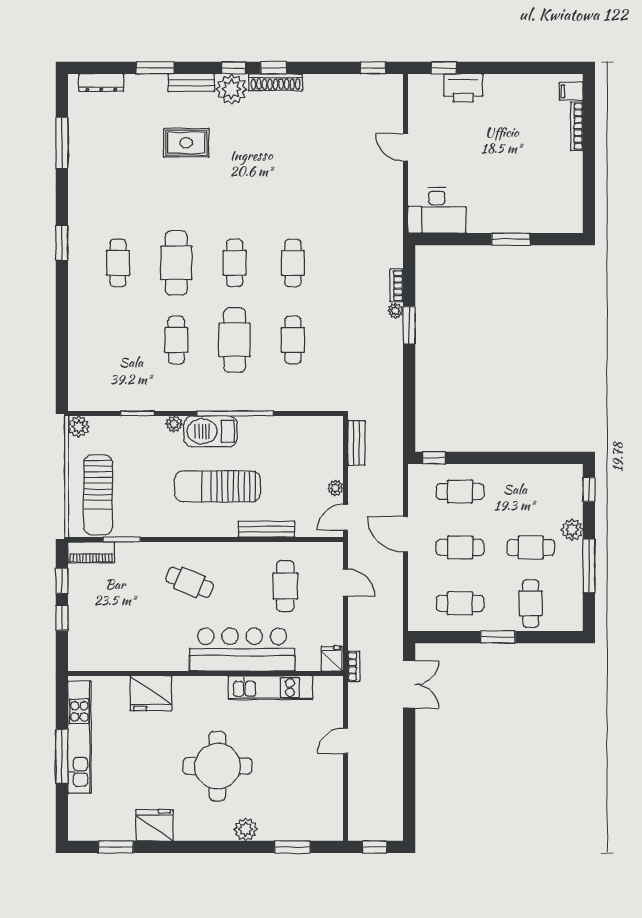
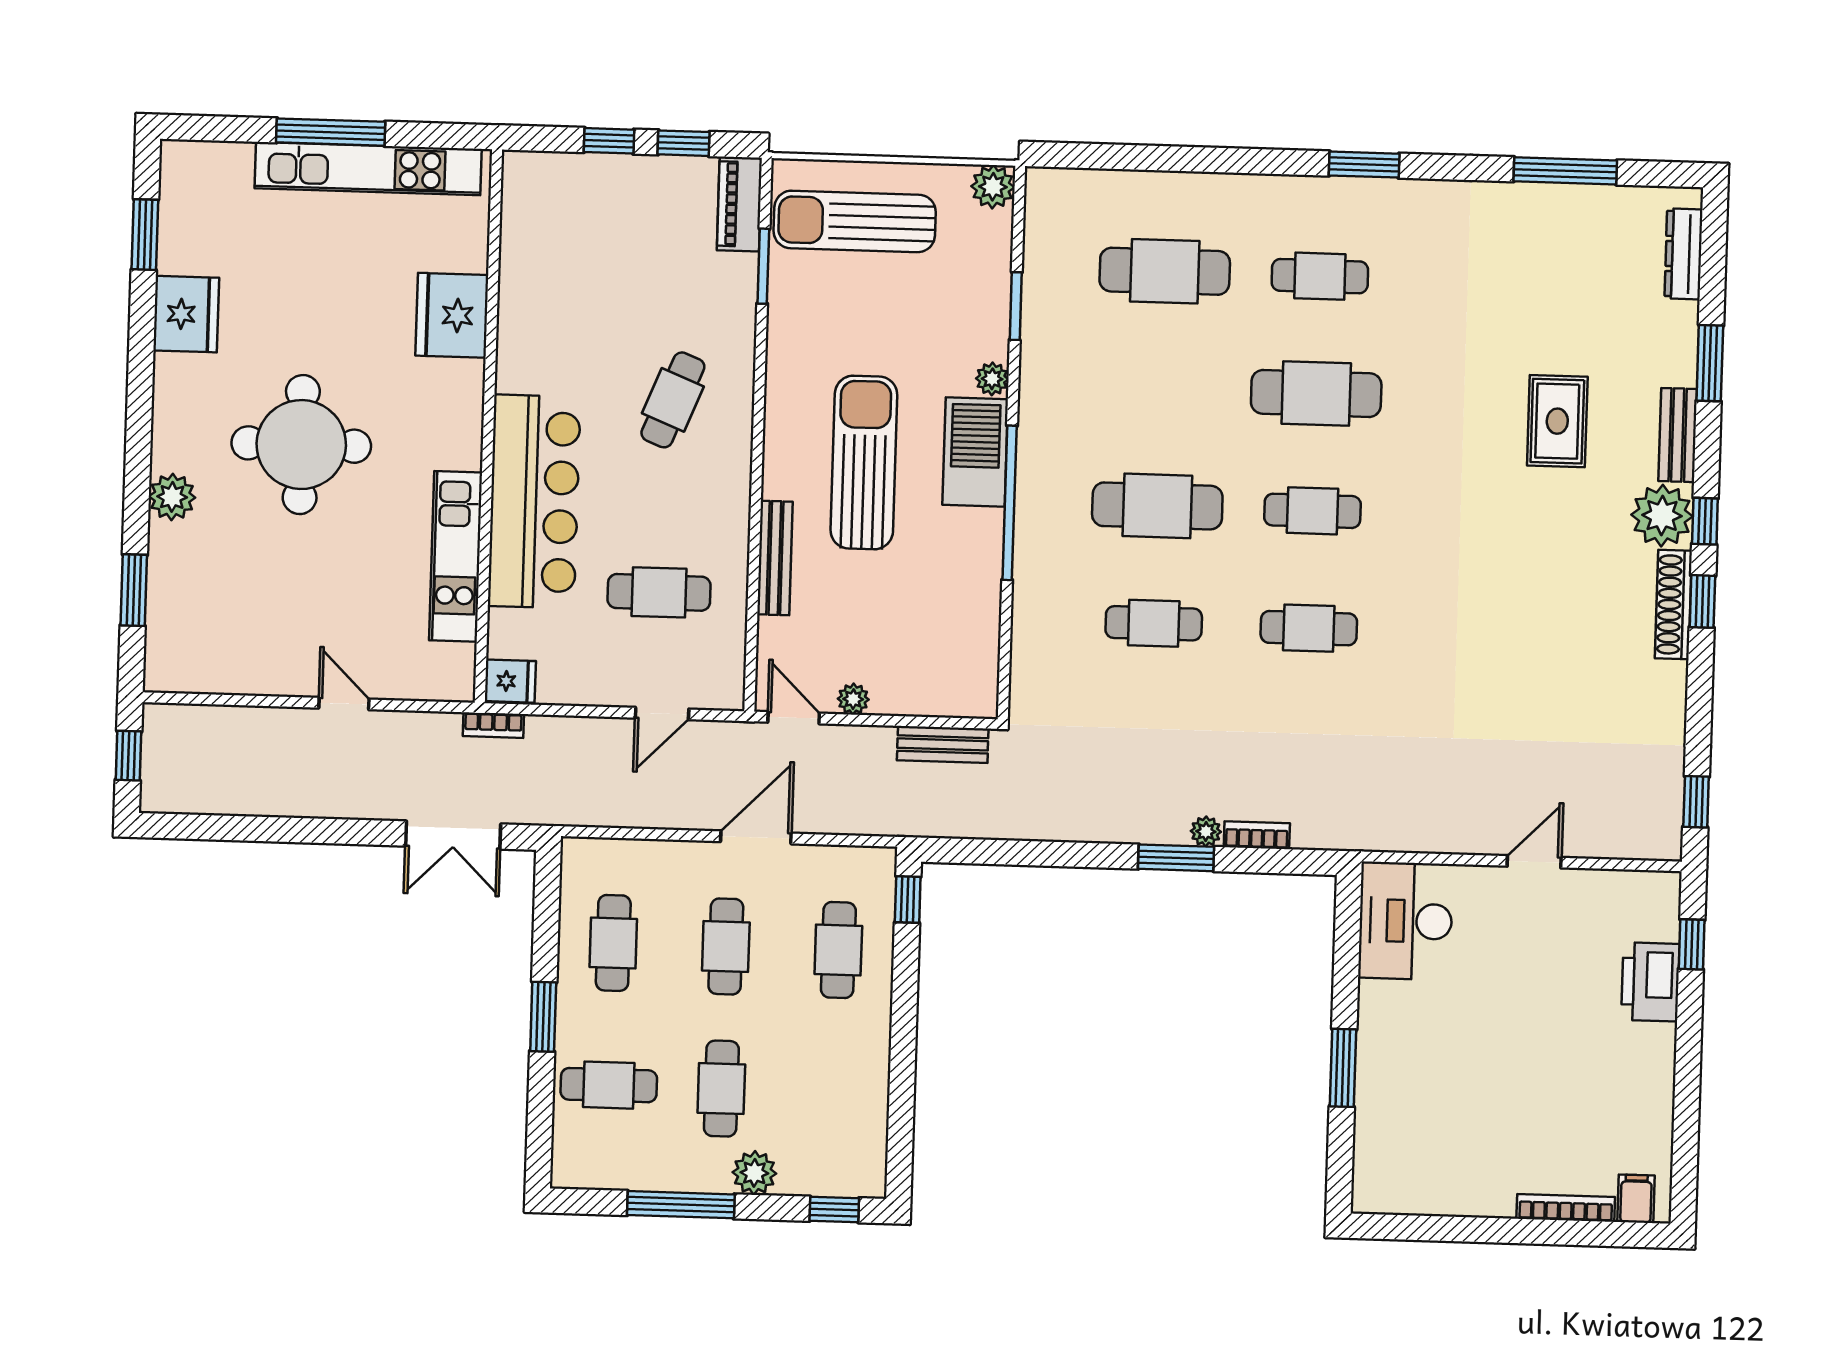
cafe table: (176, 340) -> (1165, 271), moved, width x1.37, depth x1.35

